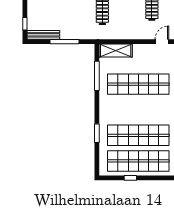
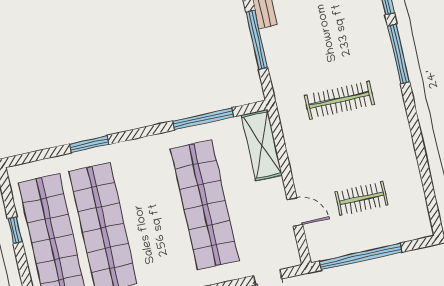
door: (162, 42) -> (295, 212), moved

